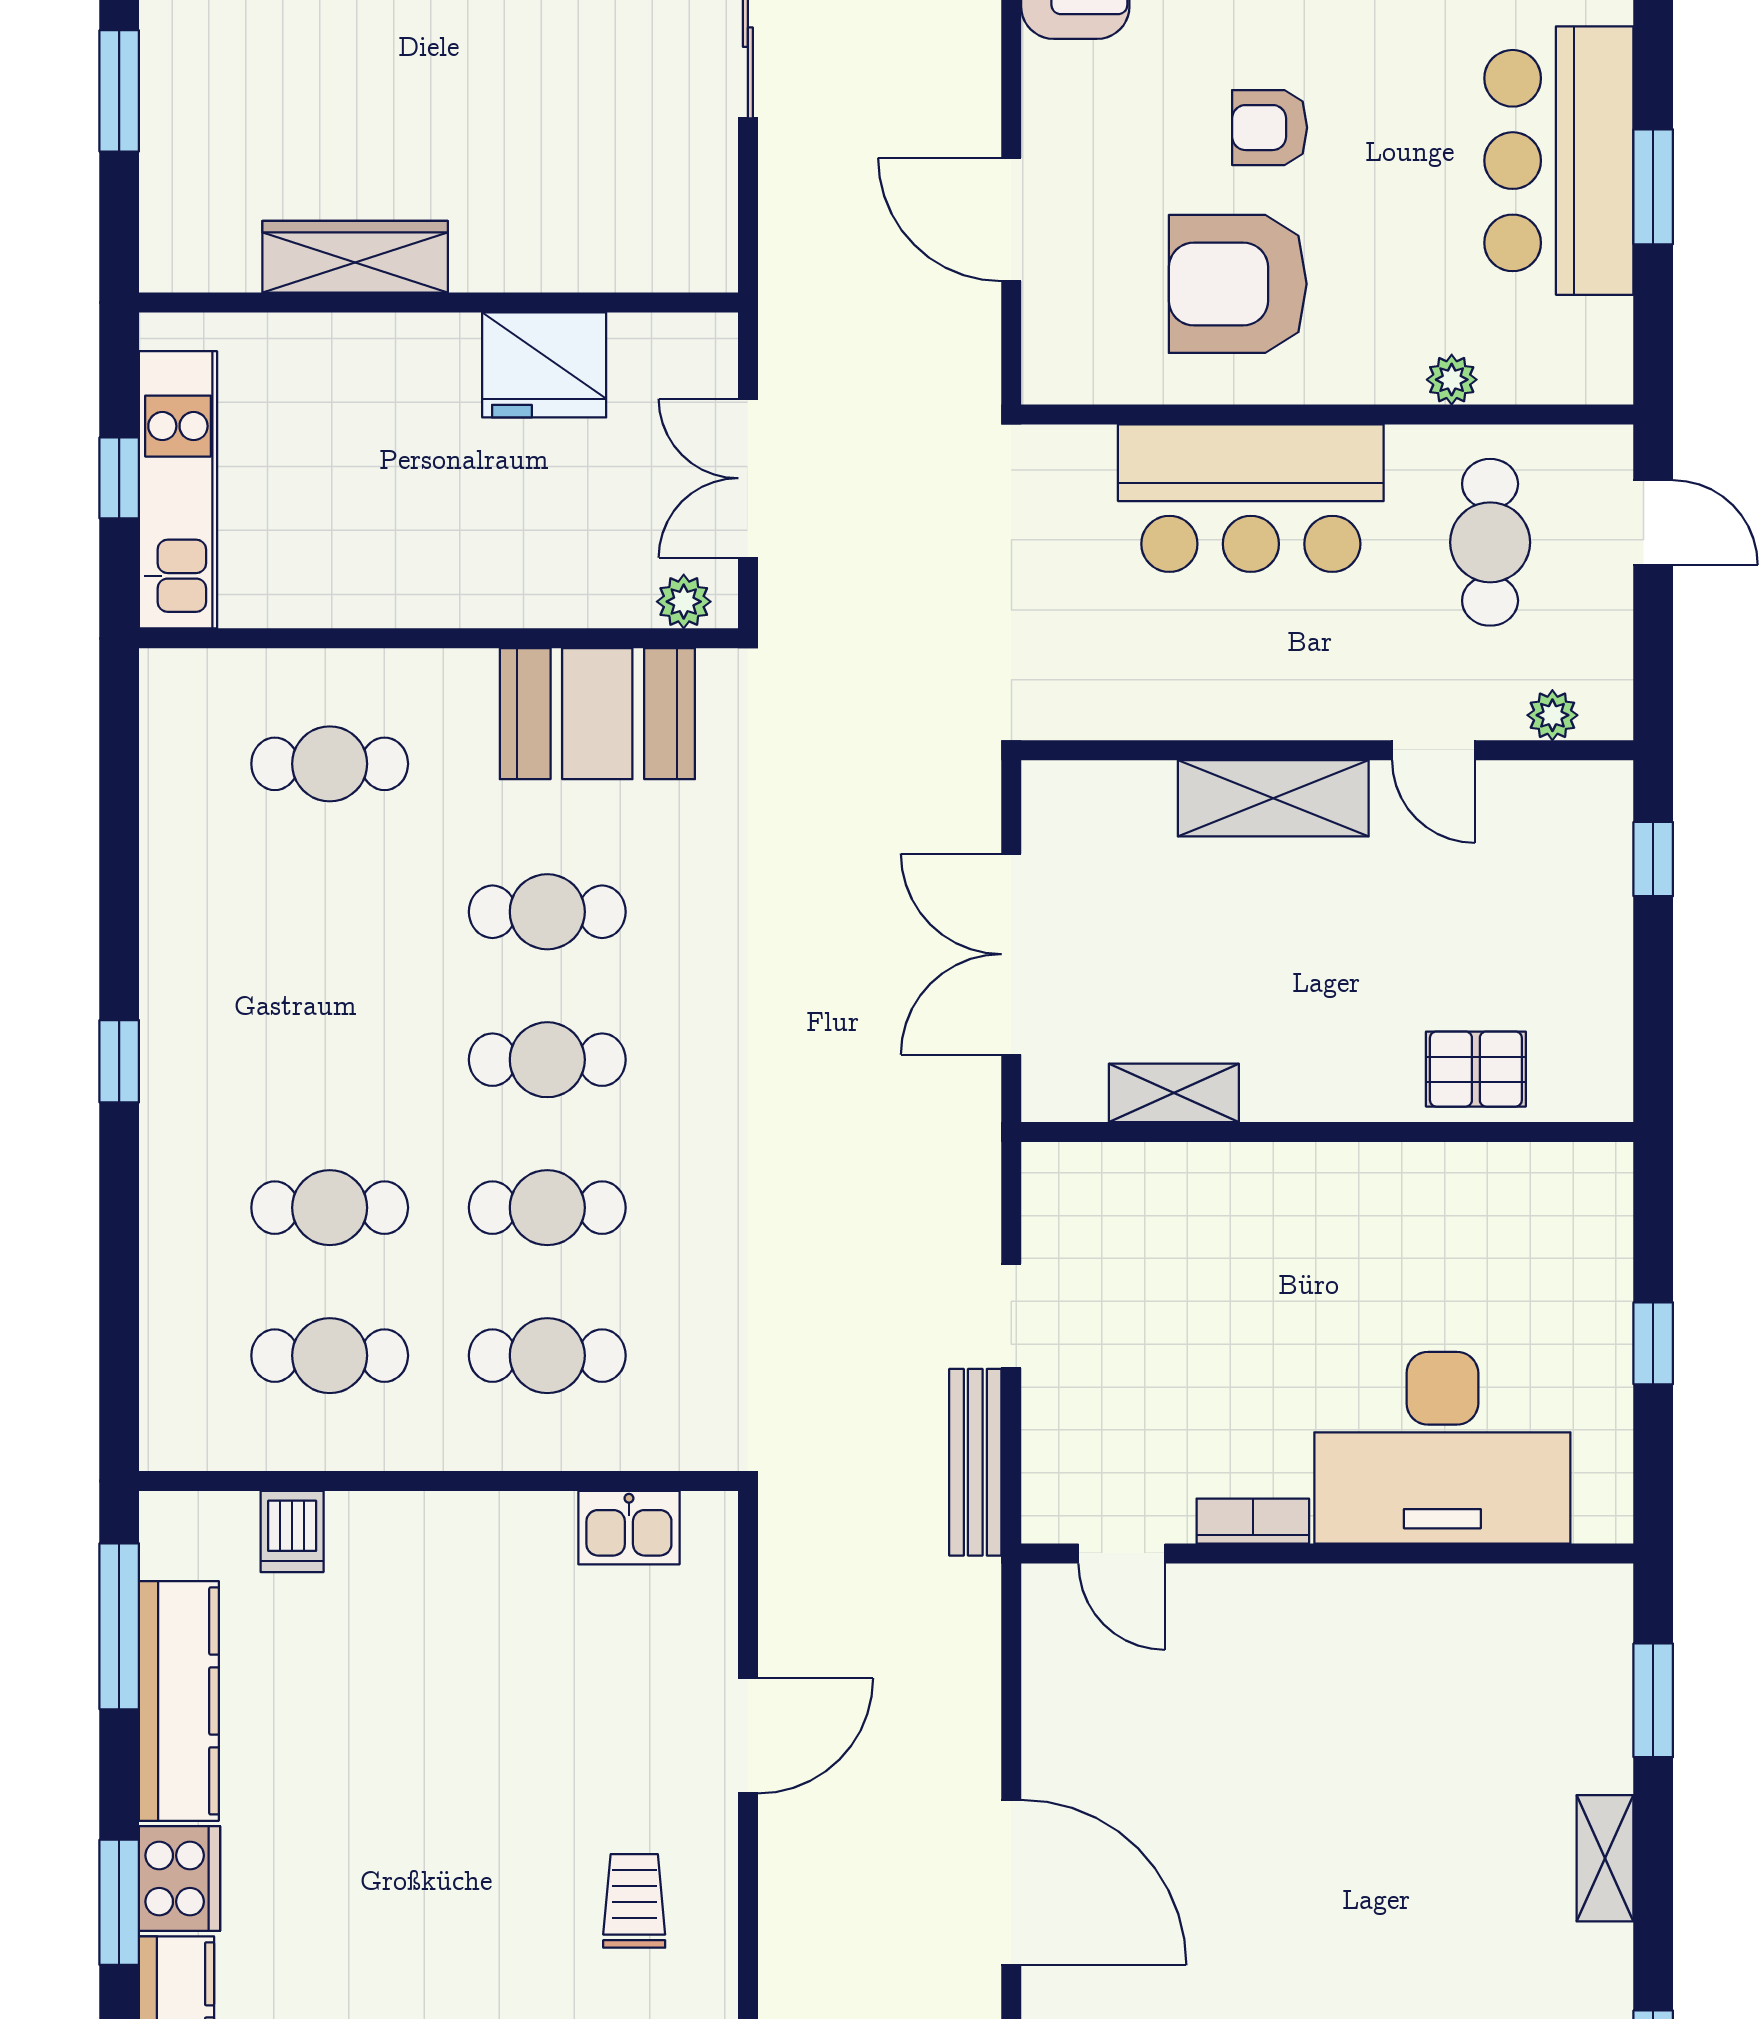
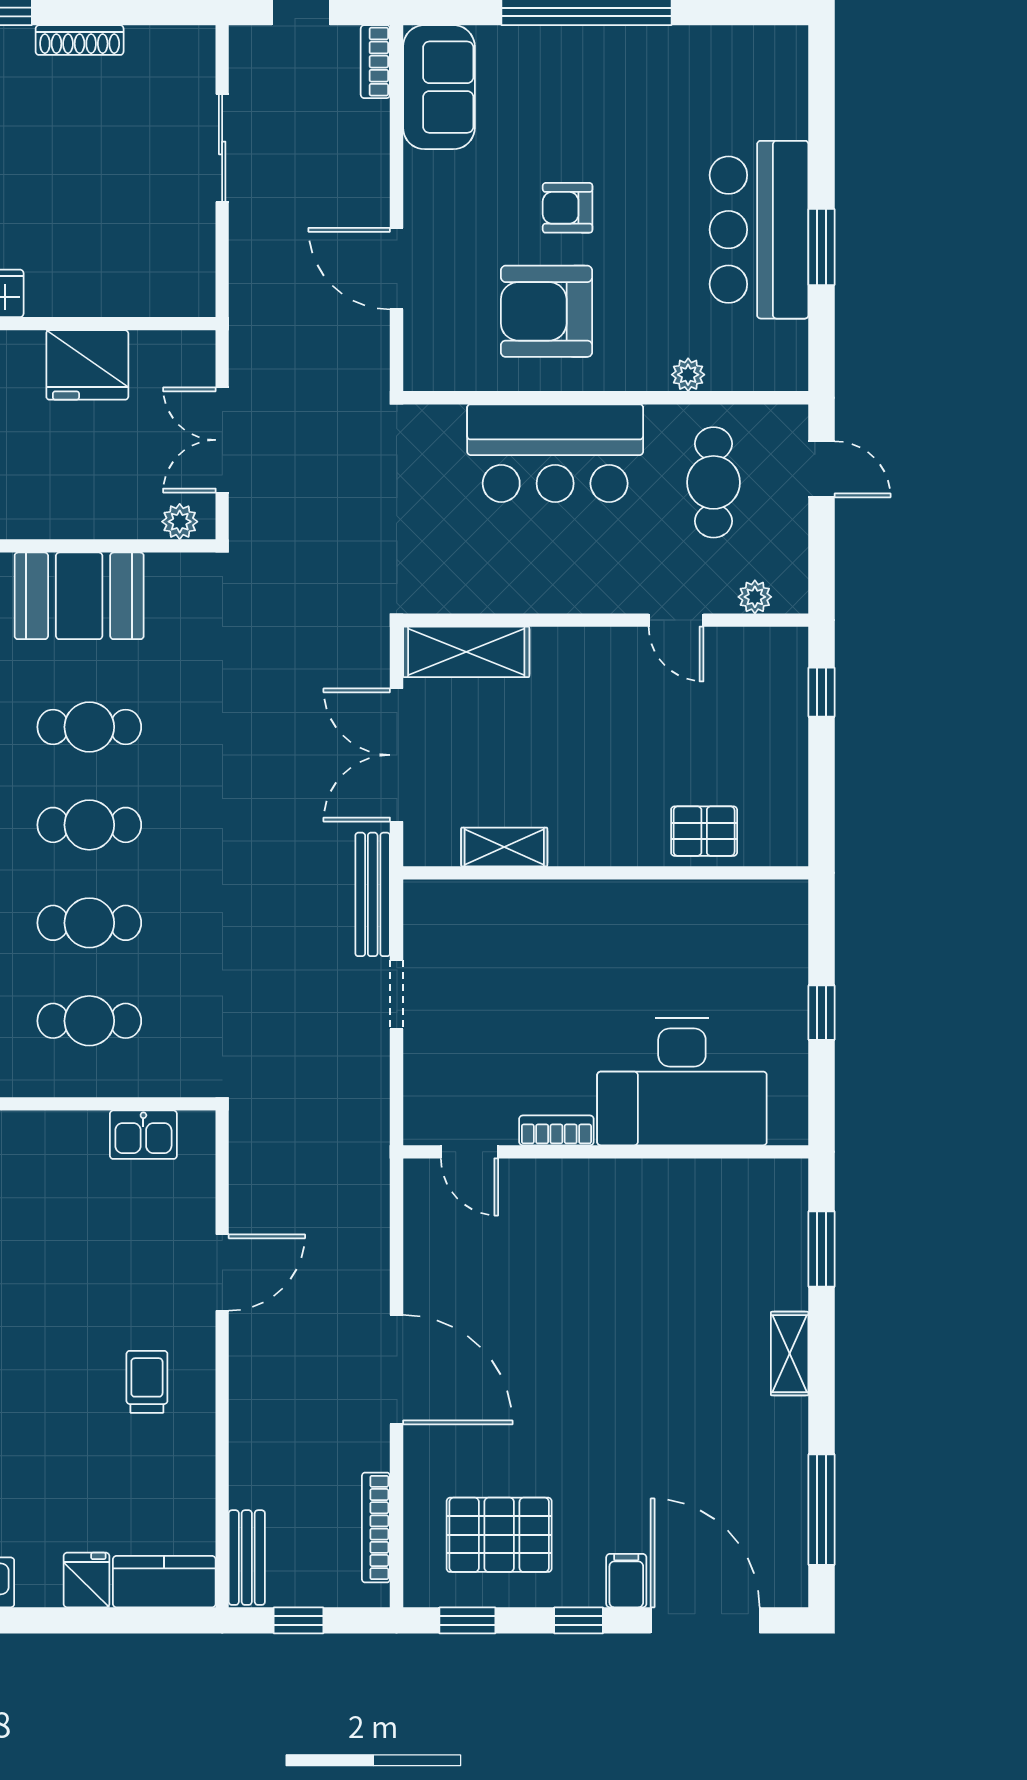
booth: (597, 714) -> (79, 596), moved
shelving: (1273, 798) -> (466, 652), moved
bench: (975, 1462) -> (373, 894), moved

